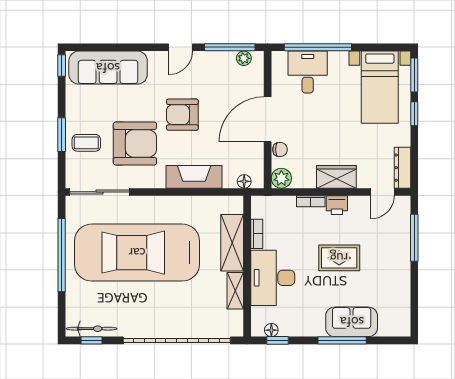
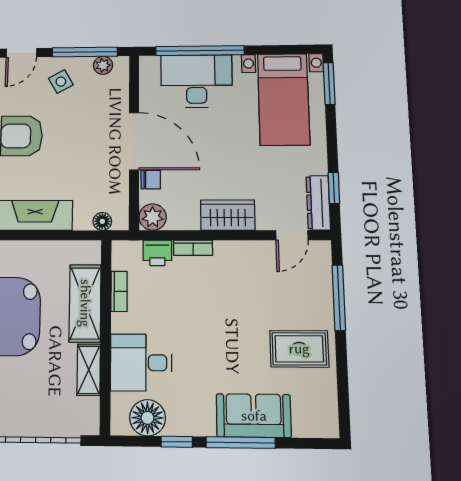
side table: (212, 71) -> (61, 82), added
desk: (308, 72) -> (196, 81), width x1.37
window: (414, 114) -> (334, 188), moved
door: (268, 119) -> (134, 141), swing flipped
printer: (337, 205) -> (157, 253), moved
rug: (339, 258) -> (299, 349), moved
desk: (273, 278) -> (141, 363), width x0.73
floor lamp: (271, 330) -> (148, 418), width x1.89, depth x1.89
window: (277, 340) -> (177, 442), moved

